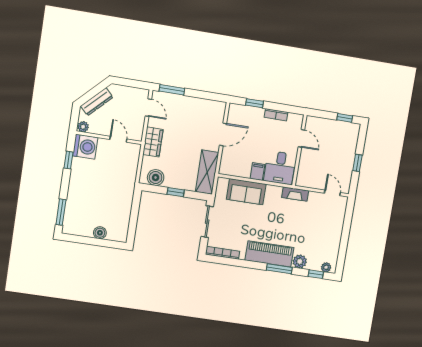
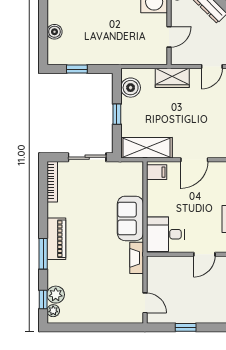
door: (223, 134) -> (194, 160), hinge flipped
filing cabinet: (257, 172) -> (157, 172), moved
sofa: (246, 192) -> (130, 218), moved
door: (332, 193) -> (145, 303), hinge flipped
window: (133, 219) -> (77, 69), added
piano: (269, 254) -> (56, 239), width x0.73, depth x0.75
plant: (300, 261) -> (56, 295), moved

